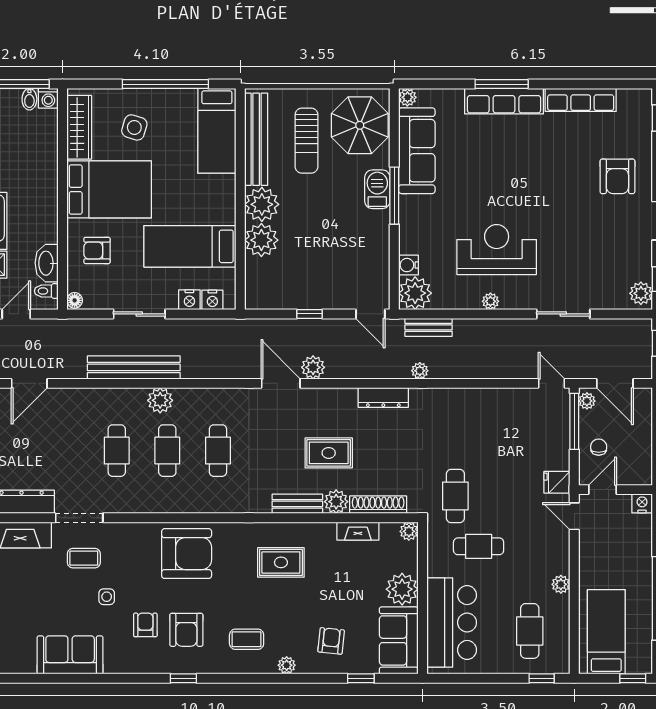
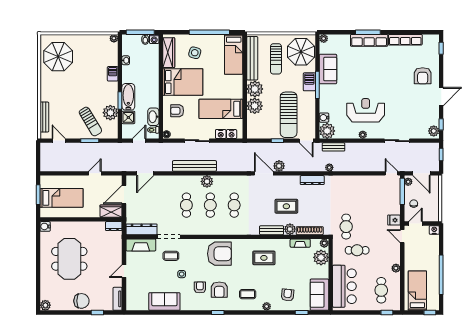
sofa: (417, 151) -> (328, 69), width x0.73
sun lounger: (333, 259) -> (289, 115), added
plant: (402, 589) -> (321, 257), moved

